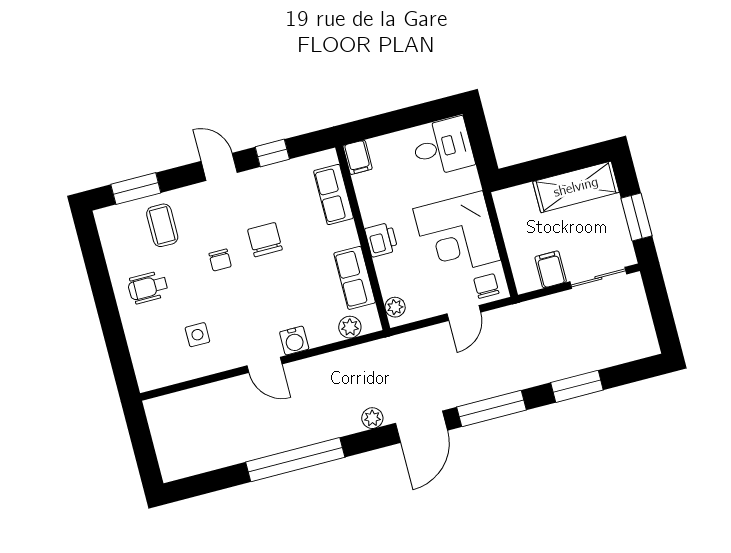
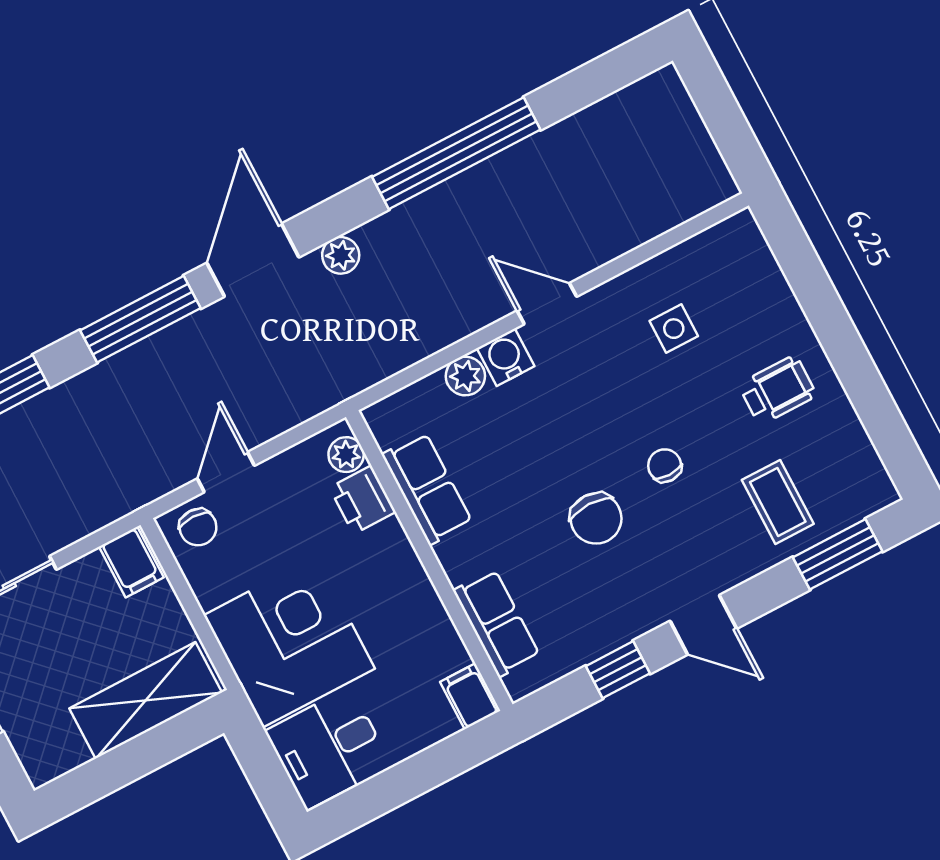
shelving: (576, 187) -> (146, 700), moved
corner desk: (457, 234) -> (289, 642), moved
printer: (381, 240) -> (363, 500), moved
filing cabinet: (551, 269) -> (131, 562), moved
plant: (350, 327) -> (465, 376), moved

